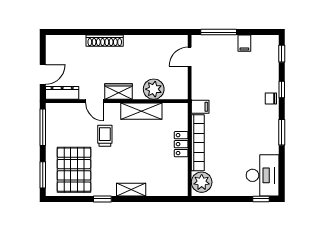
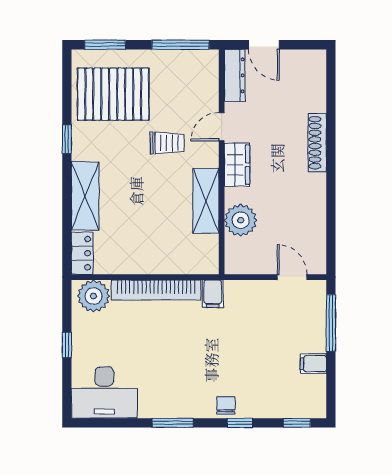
locker: (181, 144) -> (82, 253), moved, turned 90
shelving: (131, 190) -> (85, 196), width x1.50, depth x1.33
window: (261, 199) -> (67, 345), moved

